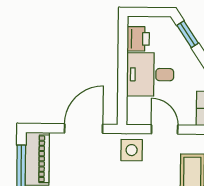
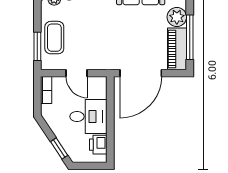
door: (84, 129) -> (141, 73), width x1.36
side table: (132, 150) -> (103, 57), removed

